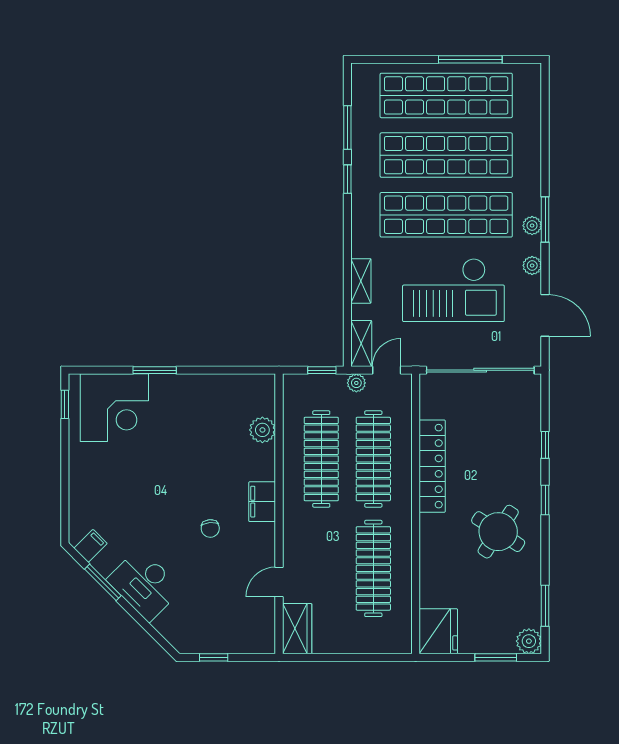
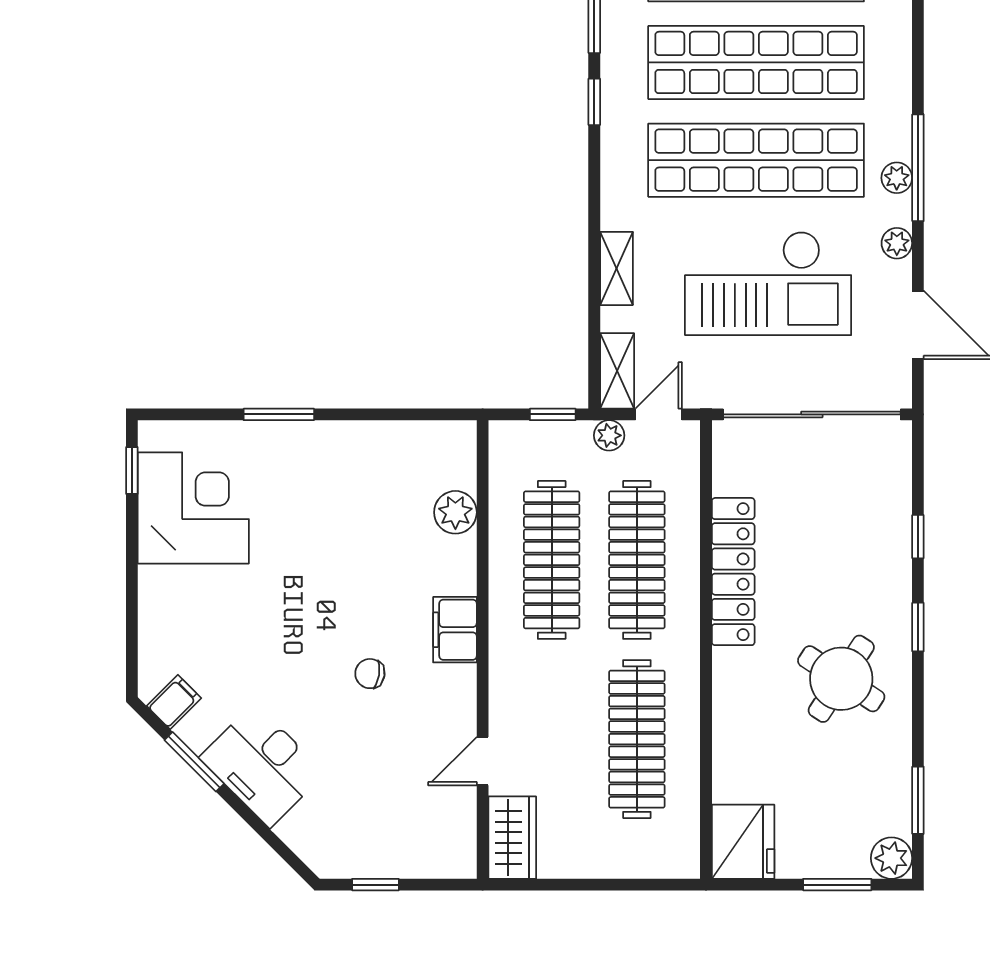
window: (545, 219) -> (918, 168), width x1.44
corner desk: (114, 408) -> (193, 508), moved, turned -90
chair: (210, 528) -> (370, 674), turned 105

